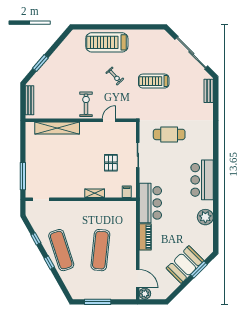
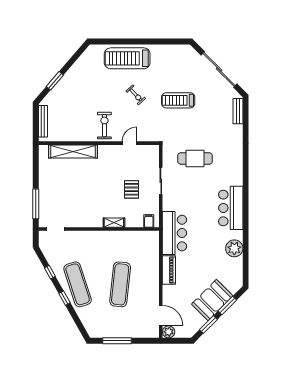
window: (181, 287) -> (208, 325), added

